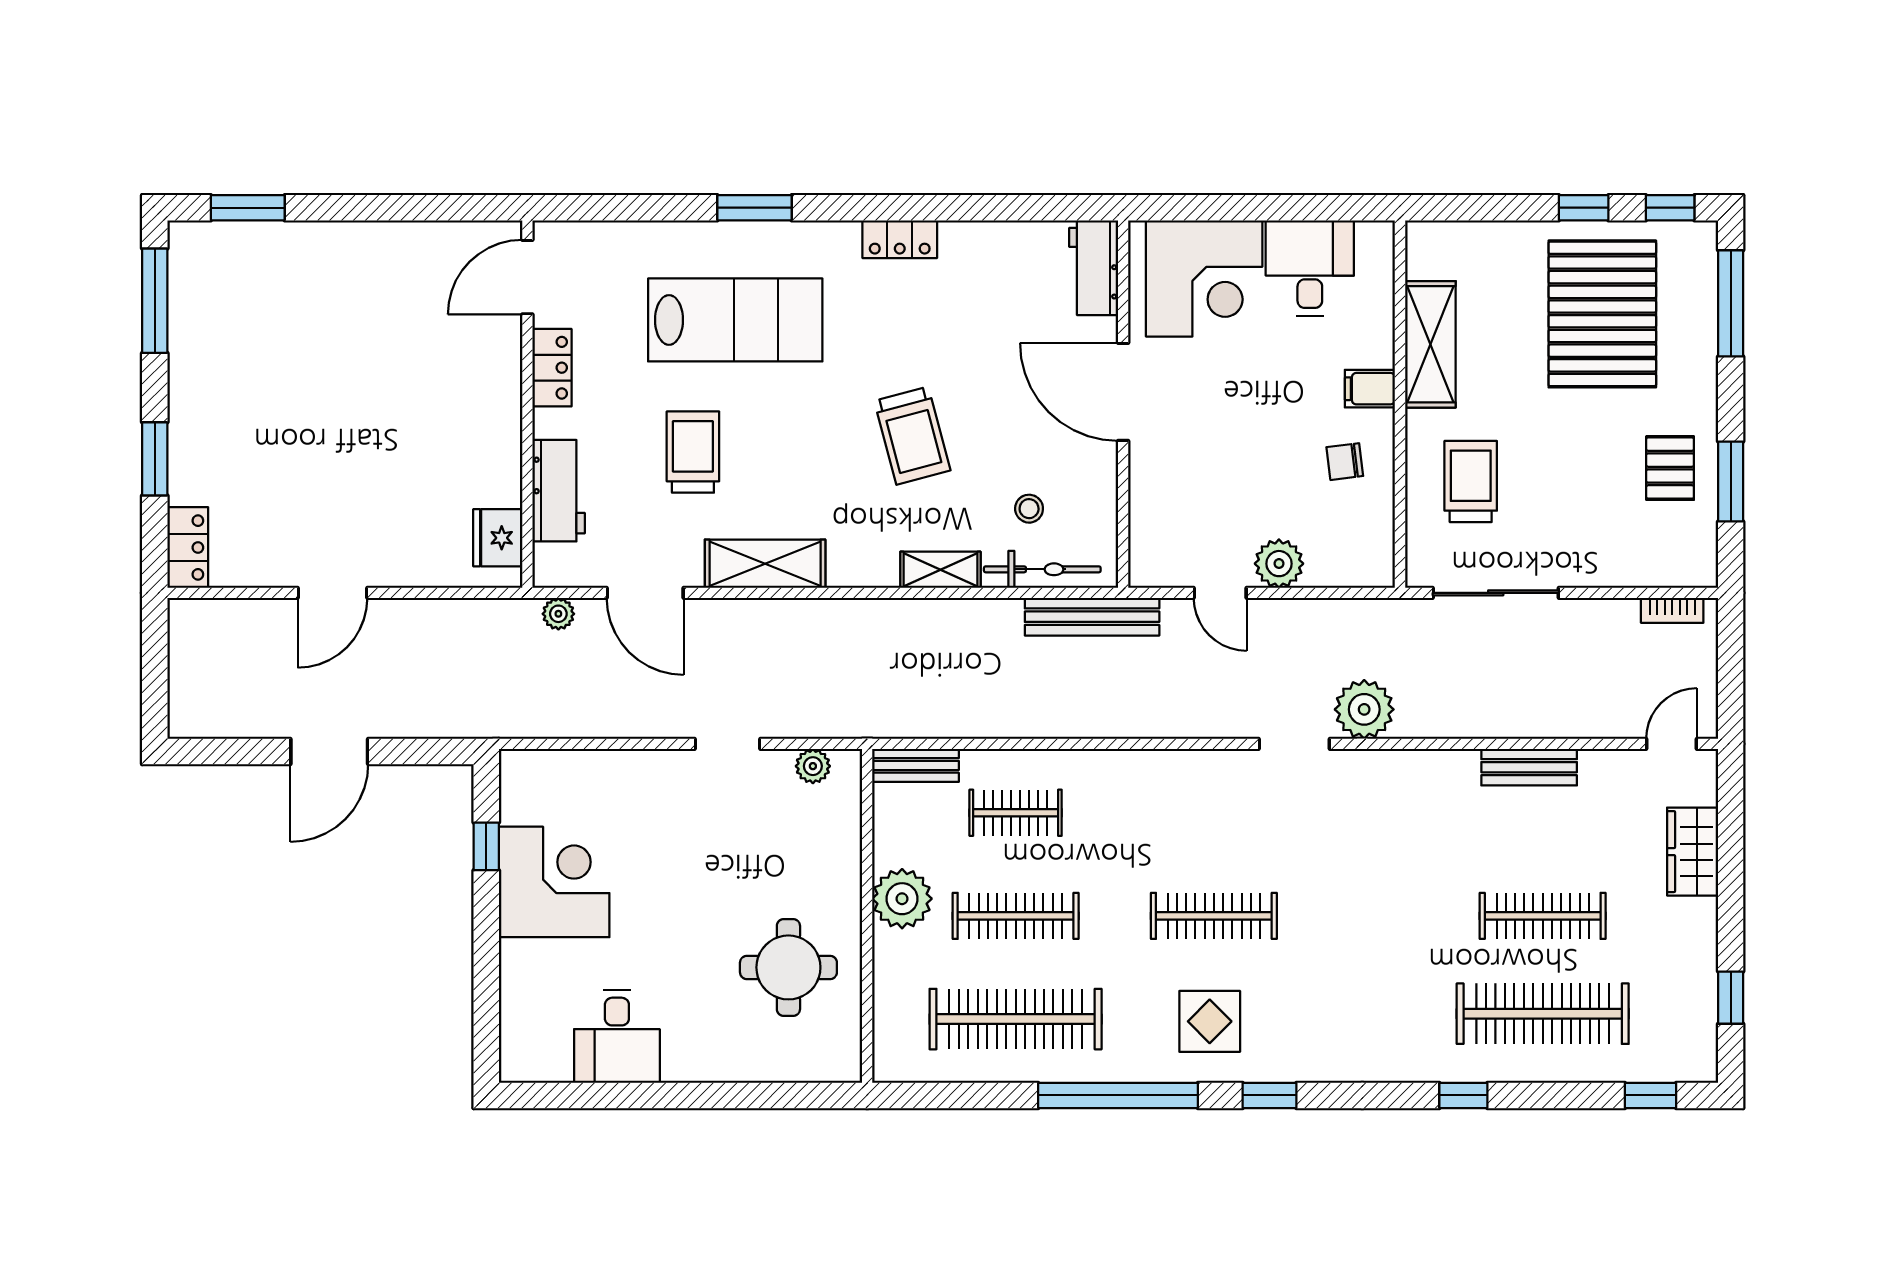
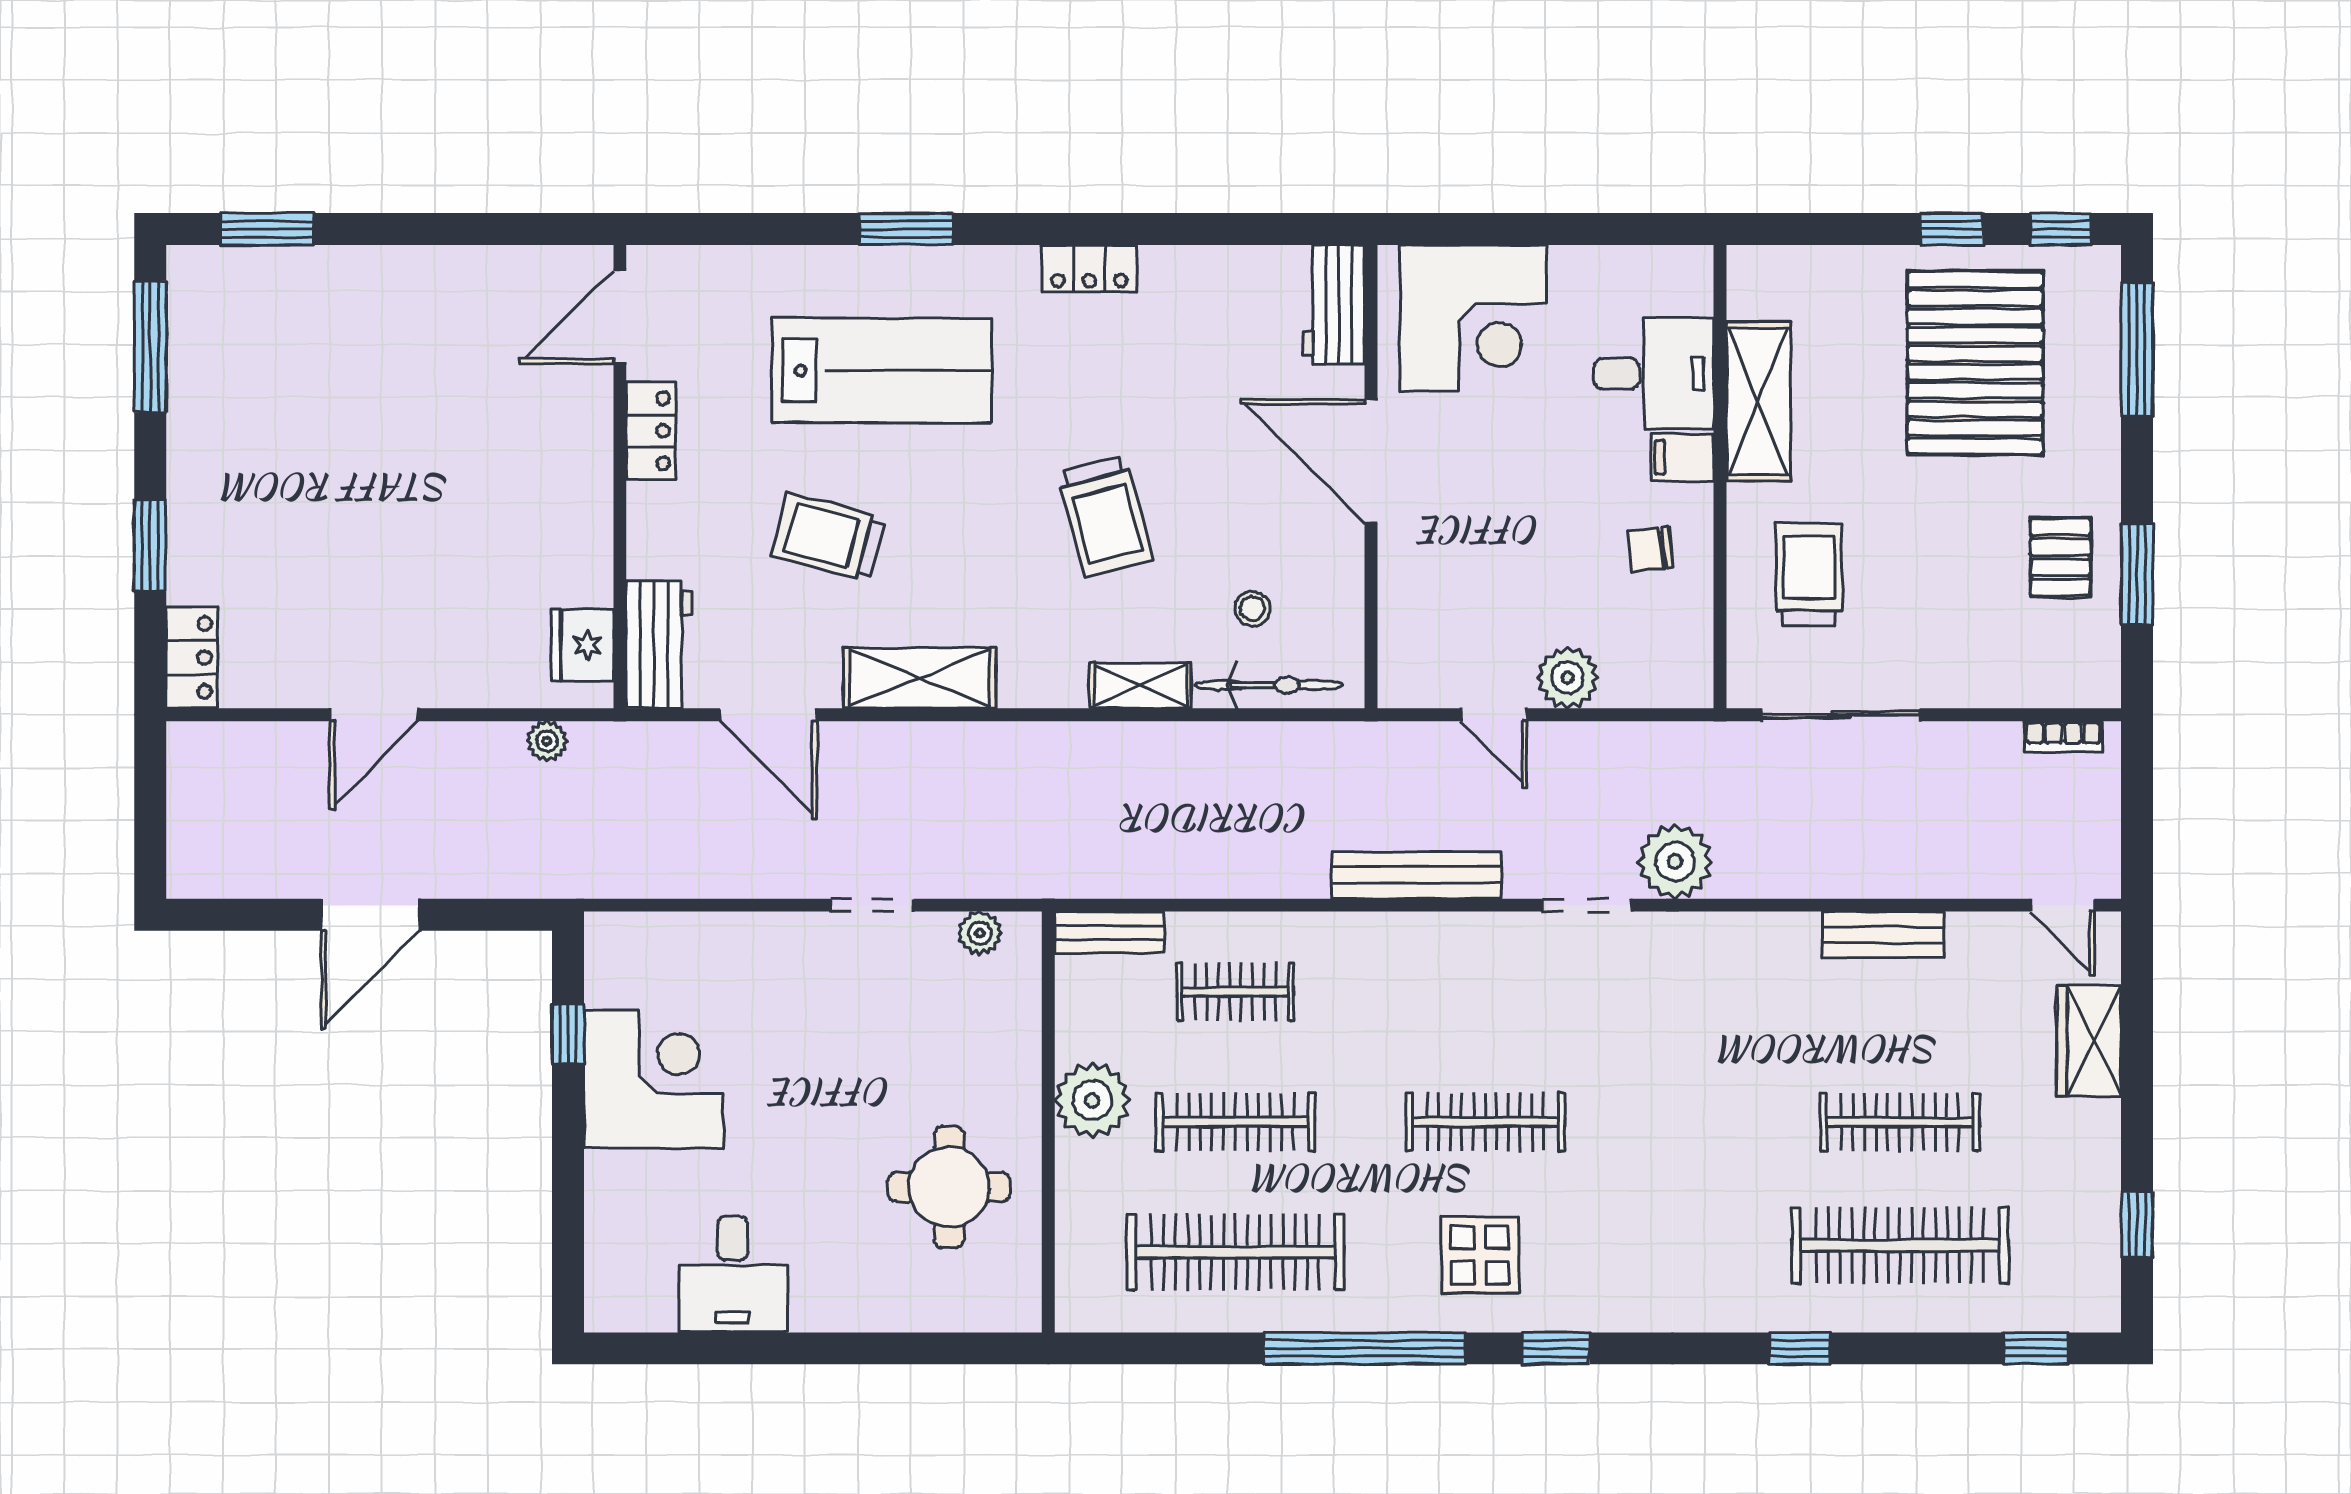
desk: (1310, 268) -> (1654, 374), moved, turned 90
trolley: (693, 452) -> (829, 537), turned -75
workbench: (559, 491) -> (659, 644), moved
plant: (558, 614) -> (547, 741), moved
bench: (1092, 617) -> (1416, 875), moved
door: (1671, 744) -> (2062, 905), swing flipped

